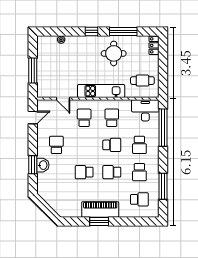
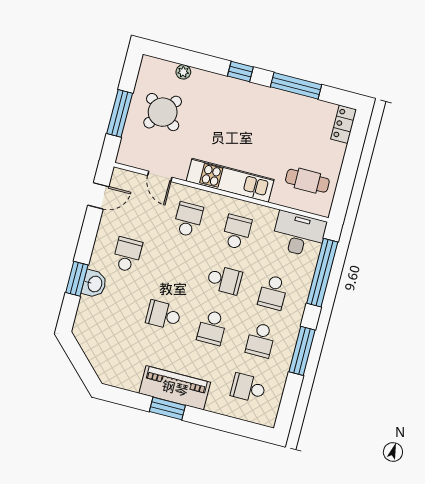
round table: (114, 53) -> (163, 112), moved, turned 37
school desk: (112, 172) -> (212, 328), turned -90
window: (163, 186) -> (302, 351), moved
school desk: (139, 199) -> (248, 388), turned 180

